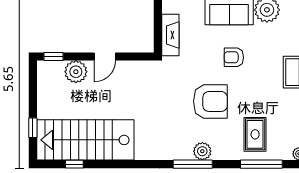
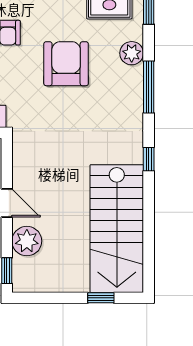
plant: (202, 151) -> (132, 53), moved
window: (74, 164) -> (149, 159), moved

